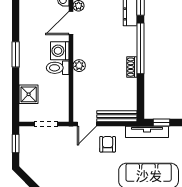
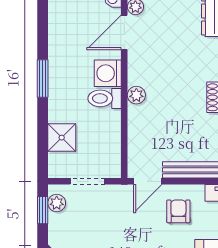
plant: (25, 139) -> (57, 203), added

